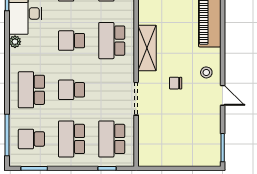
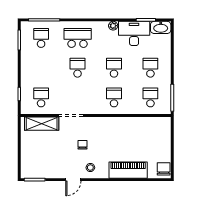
school desk: (112, 41) -> (114, 97), width x0.54
shelving: (147, 48) -> (42, 124), moved
school desk: (72, 139) -> (41, 68), removed
school desk: (112, 139) -> (41, 97), width x0.54

